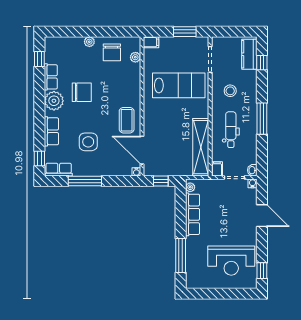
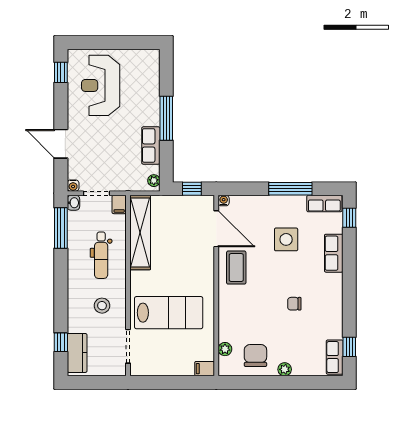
window: (185, 32) -> (161, 382), removed
row of seats: (51, 77) -> (335, 357), moved
lab bench: (179, 85) -> (169, 313), turned 180
chair: (82, 92) -> (294, 304), width x0.54, depth x0.54
plant: (54, 101) -> (330, 293), removed
window: (262, 119) -> (61, 228), moved
row of seats: (193, 214) -> (151, 145), width x0.68
window: (181, 255) -> (166, 118), moved
reception desk: (231, 261) -> (101, 85), turned -90

